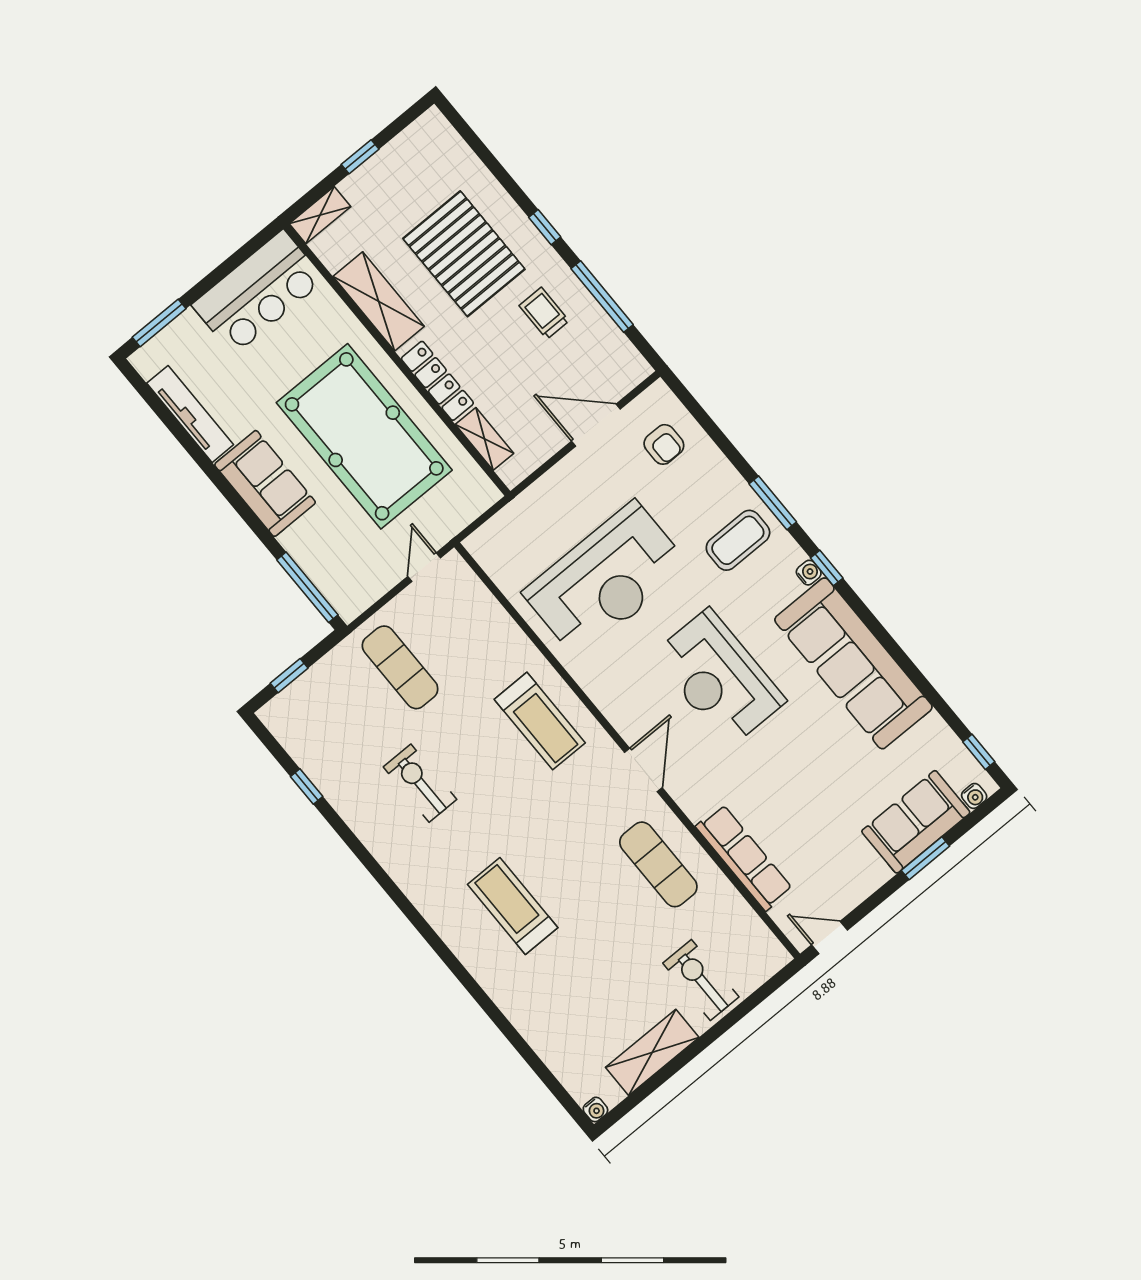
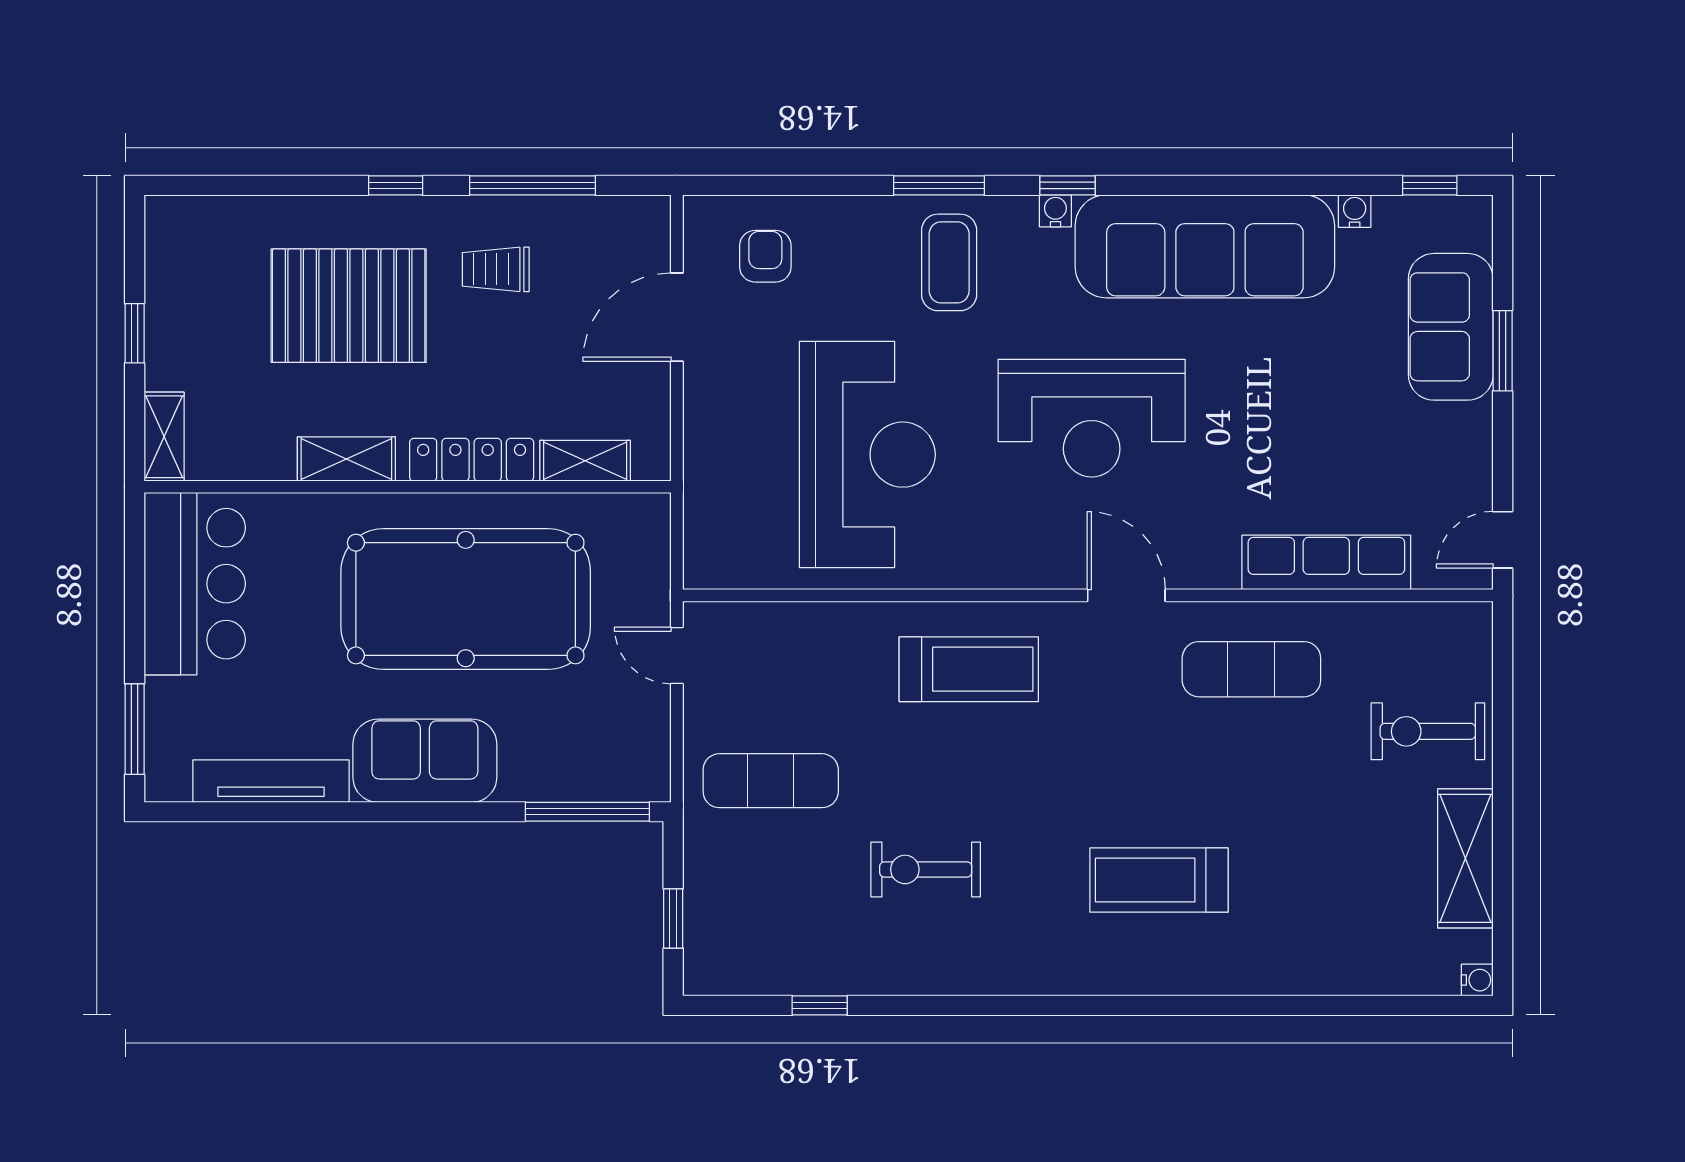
shelving: (379, 301) -> (346, 459), width x0.67, depth x0.75
armchair: (664, 444) -> (765, 256), turned -90
water cooler: (974, 796) -> (1355, 211), moved, turned -90

